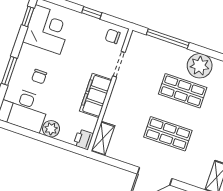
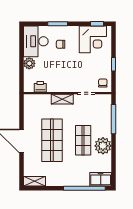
filing cabinet: (96, 95) -> (61, 85), removed
shop shelf: (168, 134) -> (52, 140), width x1.43, depth x1.36
shelving: (103, 138) -> (62, 99), moved
printer: (83, 139) -> (40, 87), moved

